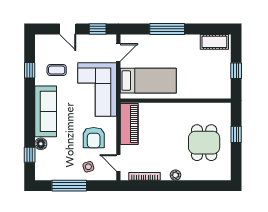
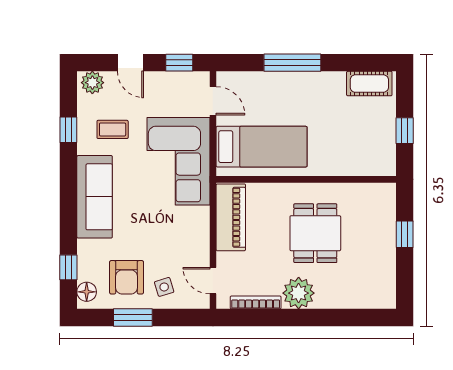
plant: (44, 41) -> (92, 83), added
door: (118, 52) -> (213, 101), hinge flipped
armchair: (94, 138) -> (127, 277), moved
dining table: (204, 143) -> (315, 233), moved
floor lamp: (41, 144) -> (87, 292), moved
plant: (175, 175) -> (299, 293), width x1.87, depth x1.87
window: (69, 186) -> (133, 318), width x0.69

